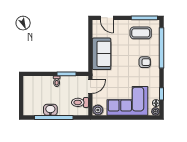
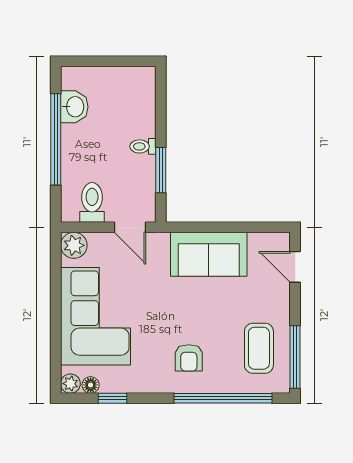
door: (107, 18) -> (295, 267), hinge flipped
washbasin: (50, 110) -> (74, 107), moved

